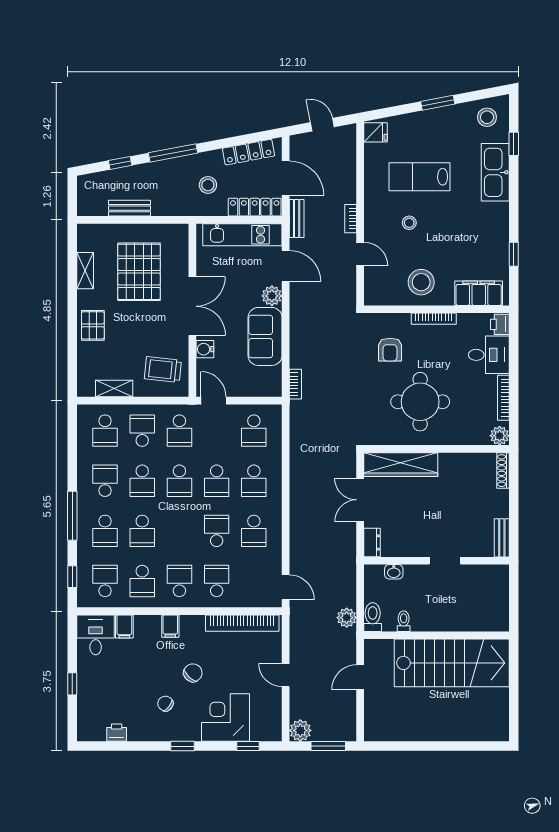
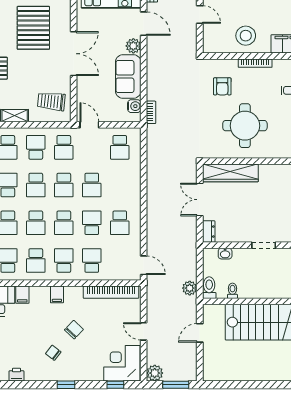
water cooler: (205, 349) -> (134, 106), moved, turned 180
school desk: (254, 481) -> (64, 223), moved
corner desk: (225, 718) -> (122, 363), moved

